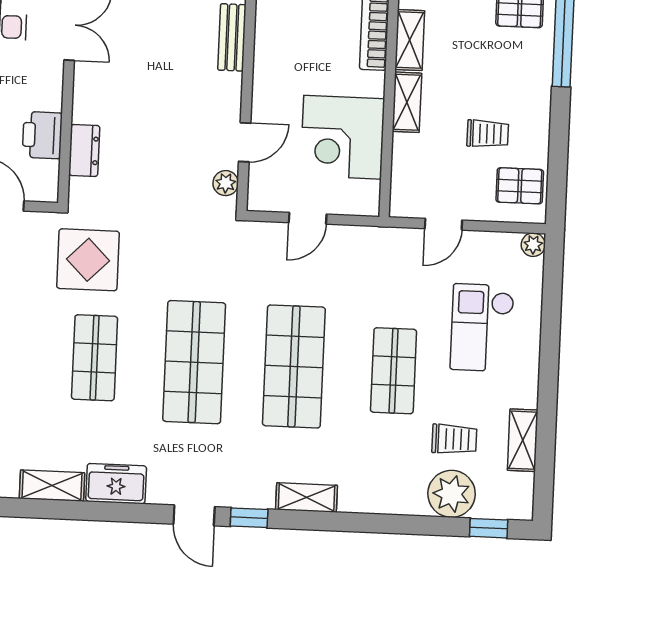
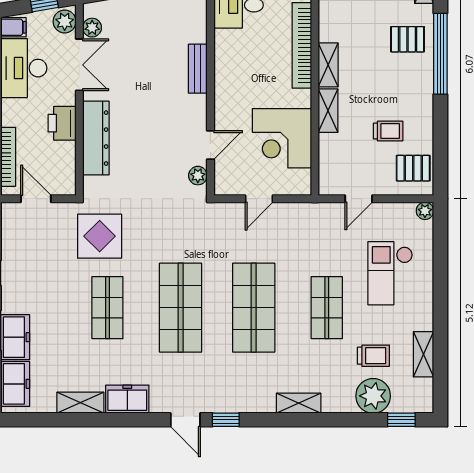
printer: (42, 135) -> (62, 123), moved
dresser: (84, 150) -> (96, 138), width x1.96, depth x1.24
shelving: (307, 497) -> (299, 403), moved

